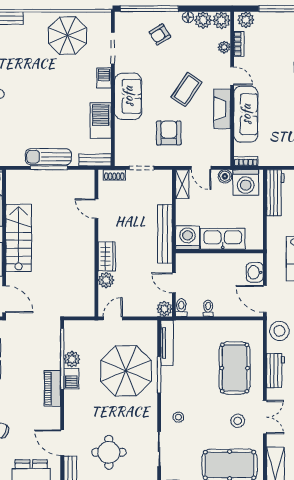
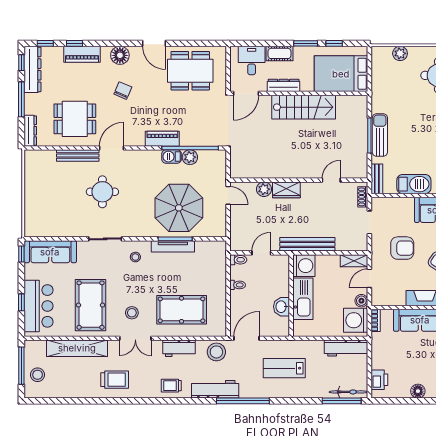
washbasin: (255, 272) -> (281, 307), moved, turned -90
plant: (164, 309) -> (237, 244), removed
tv unit: (167, 343) -> (173, 246), moved

